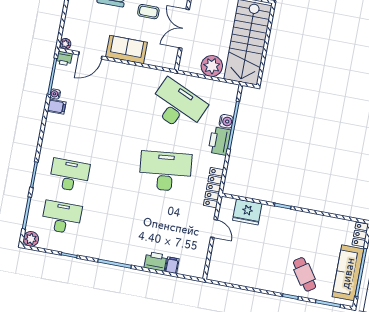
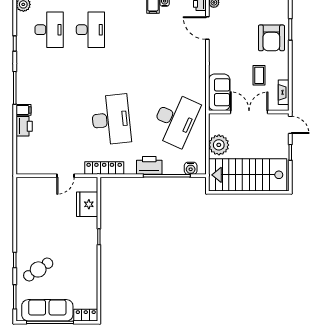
sofa: (127, 50) -> (219, 92), moved
water cooler: (226, 121) -> (191, 168), moved
filing cabinet: (172, 265) -> (23, 110), moved

